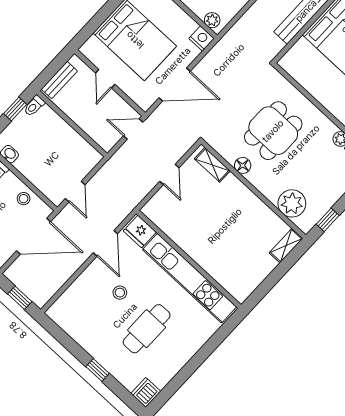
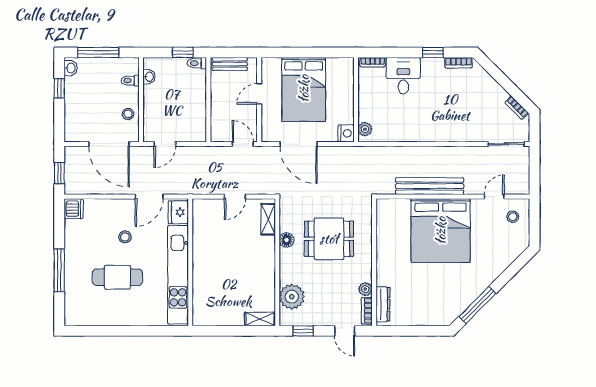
window: (98, 370) -> (59, 270), width x2.17
dishwasher: (146, 392) -> (74, 209), moved, turned 90

